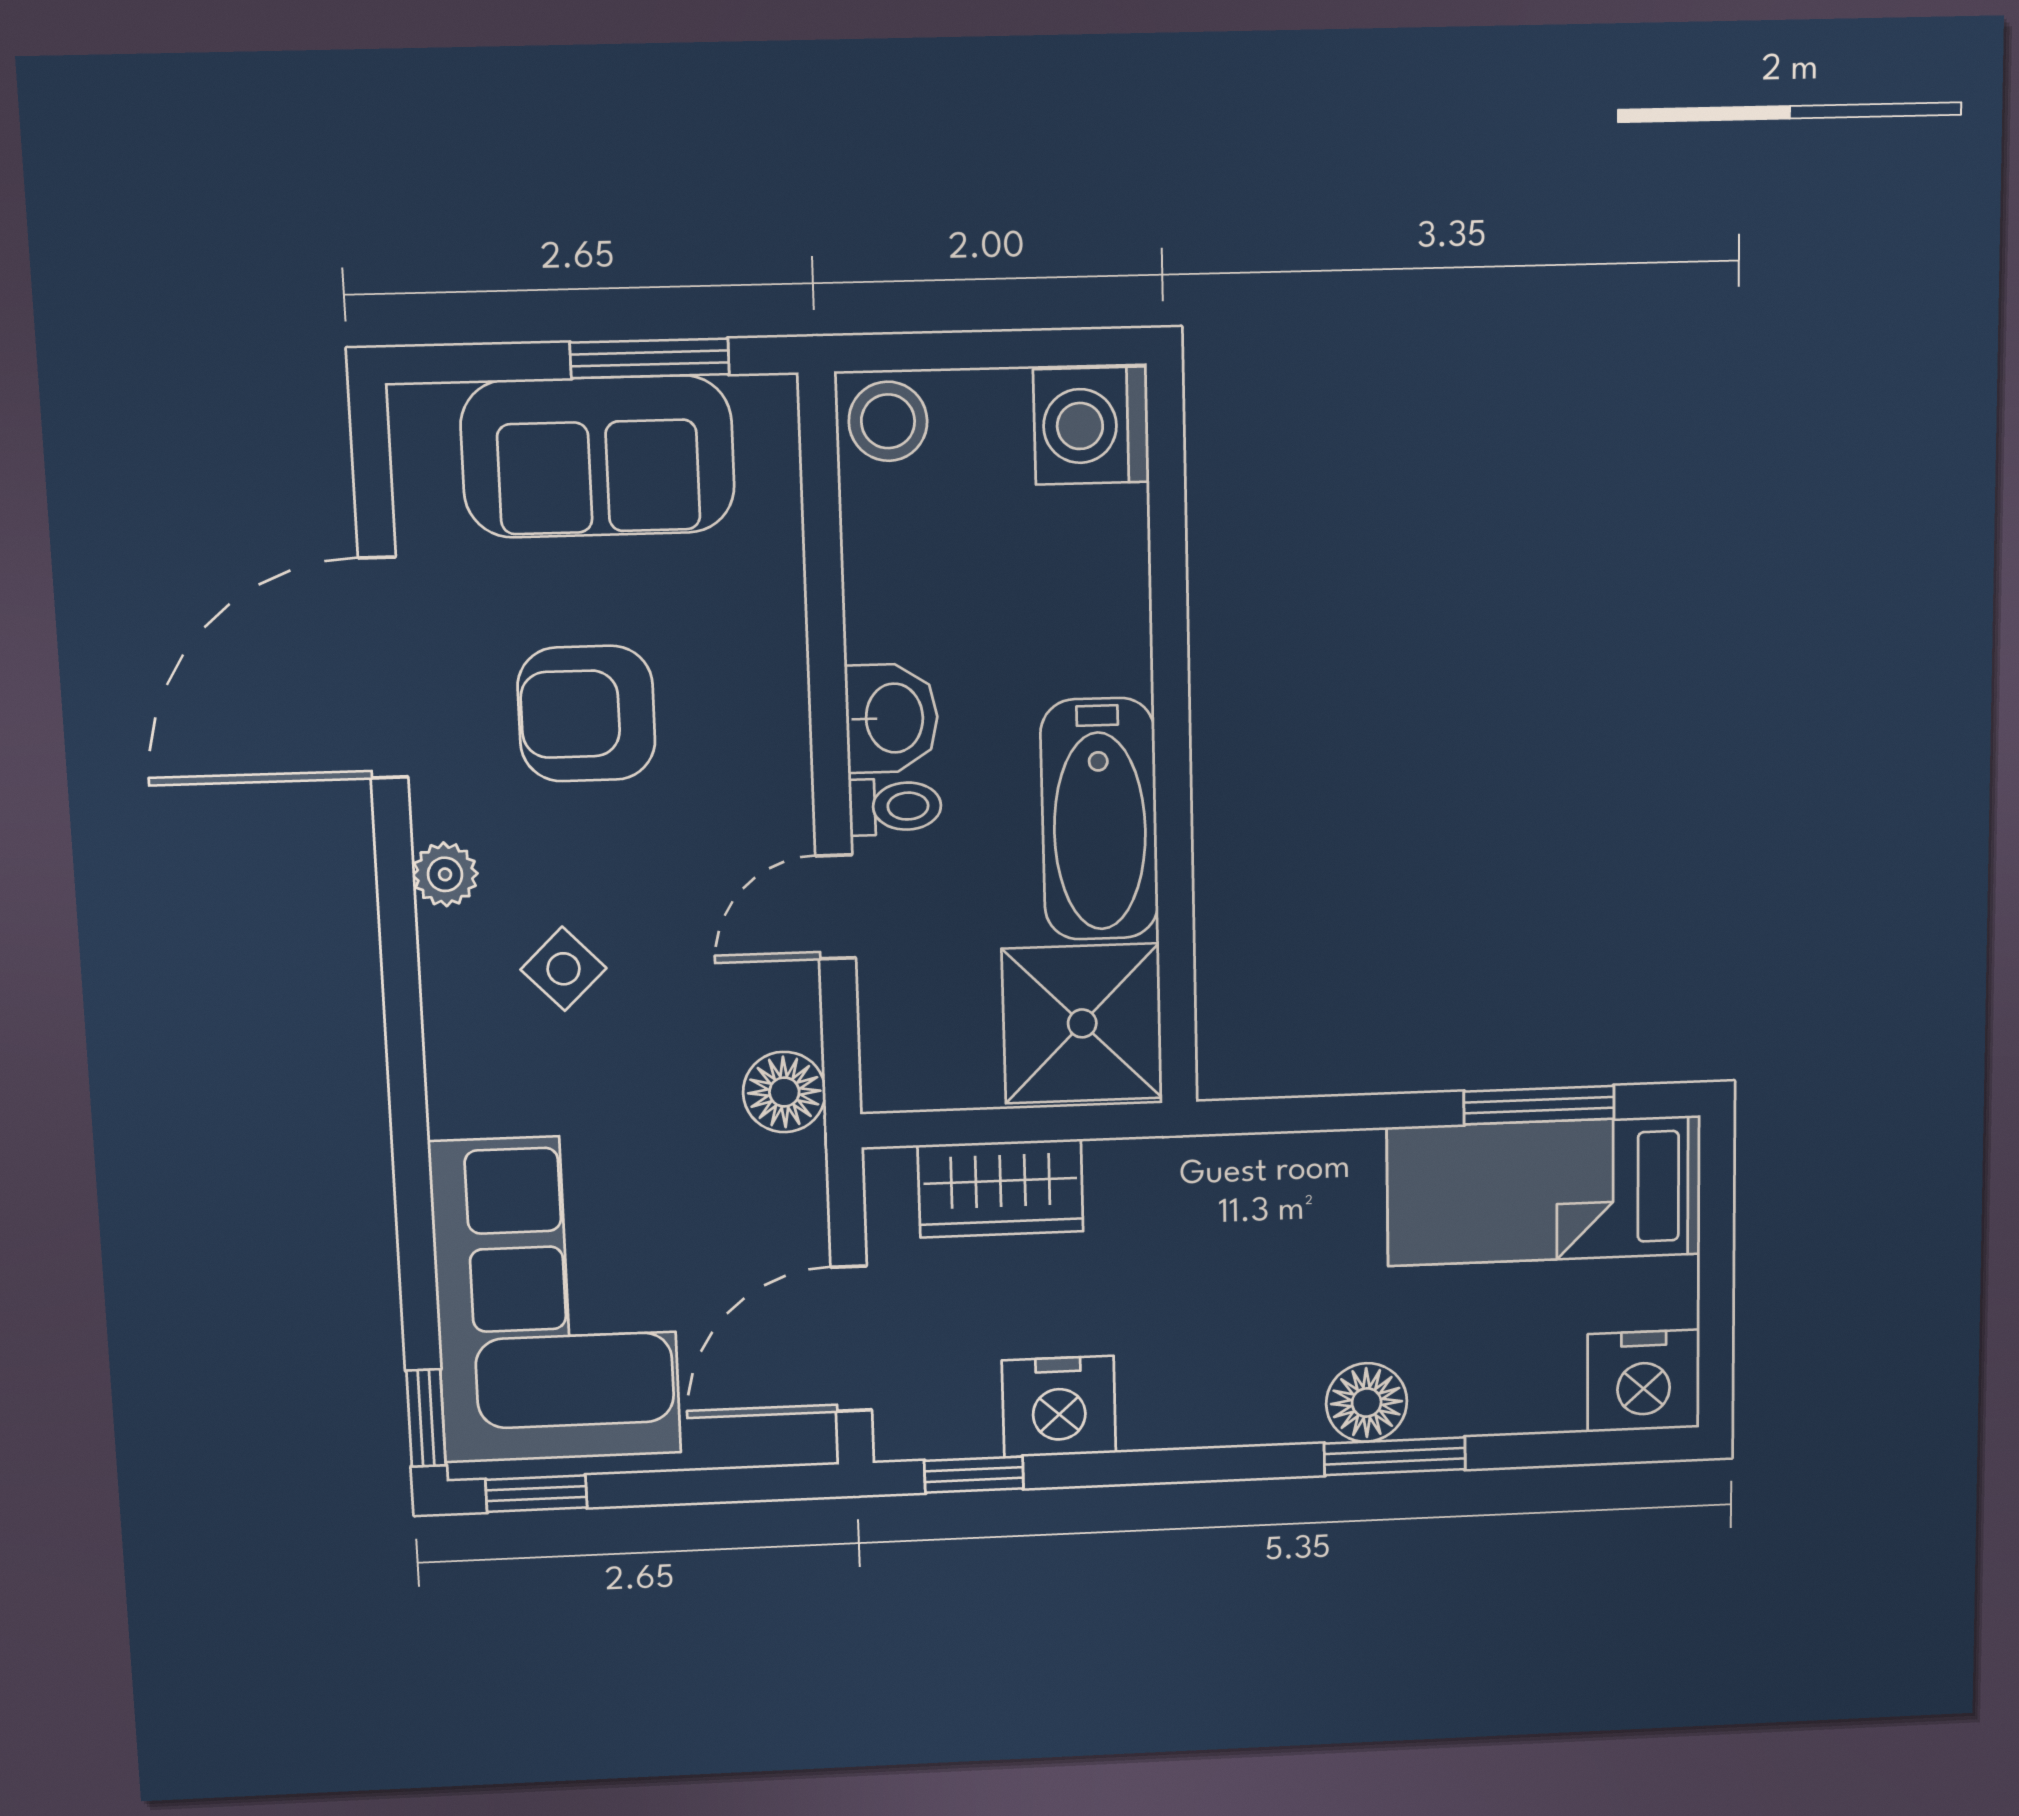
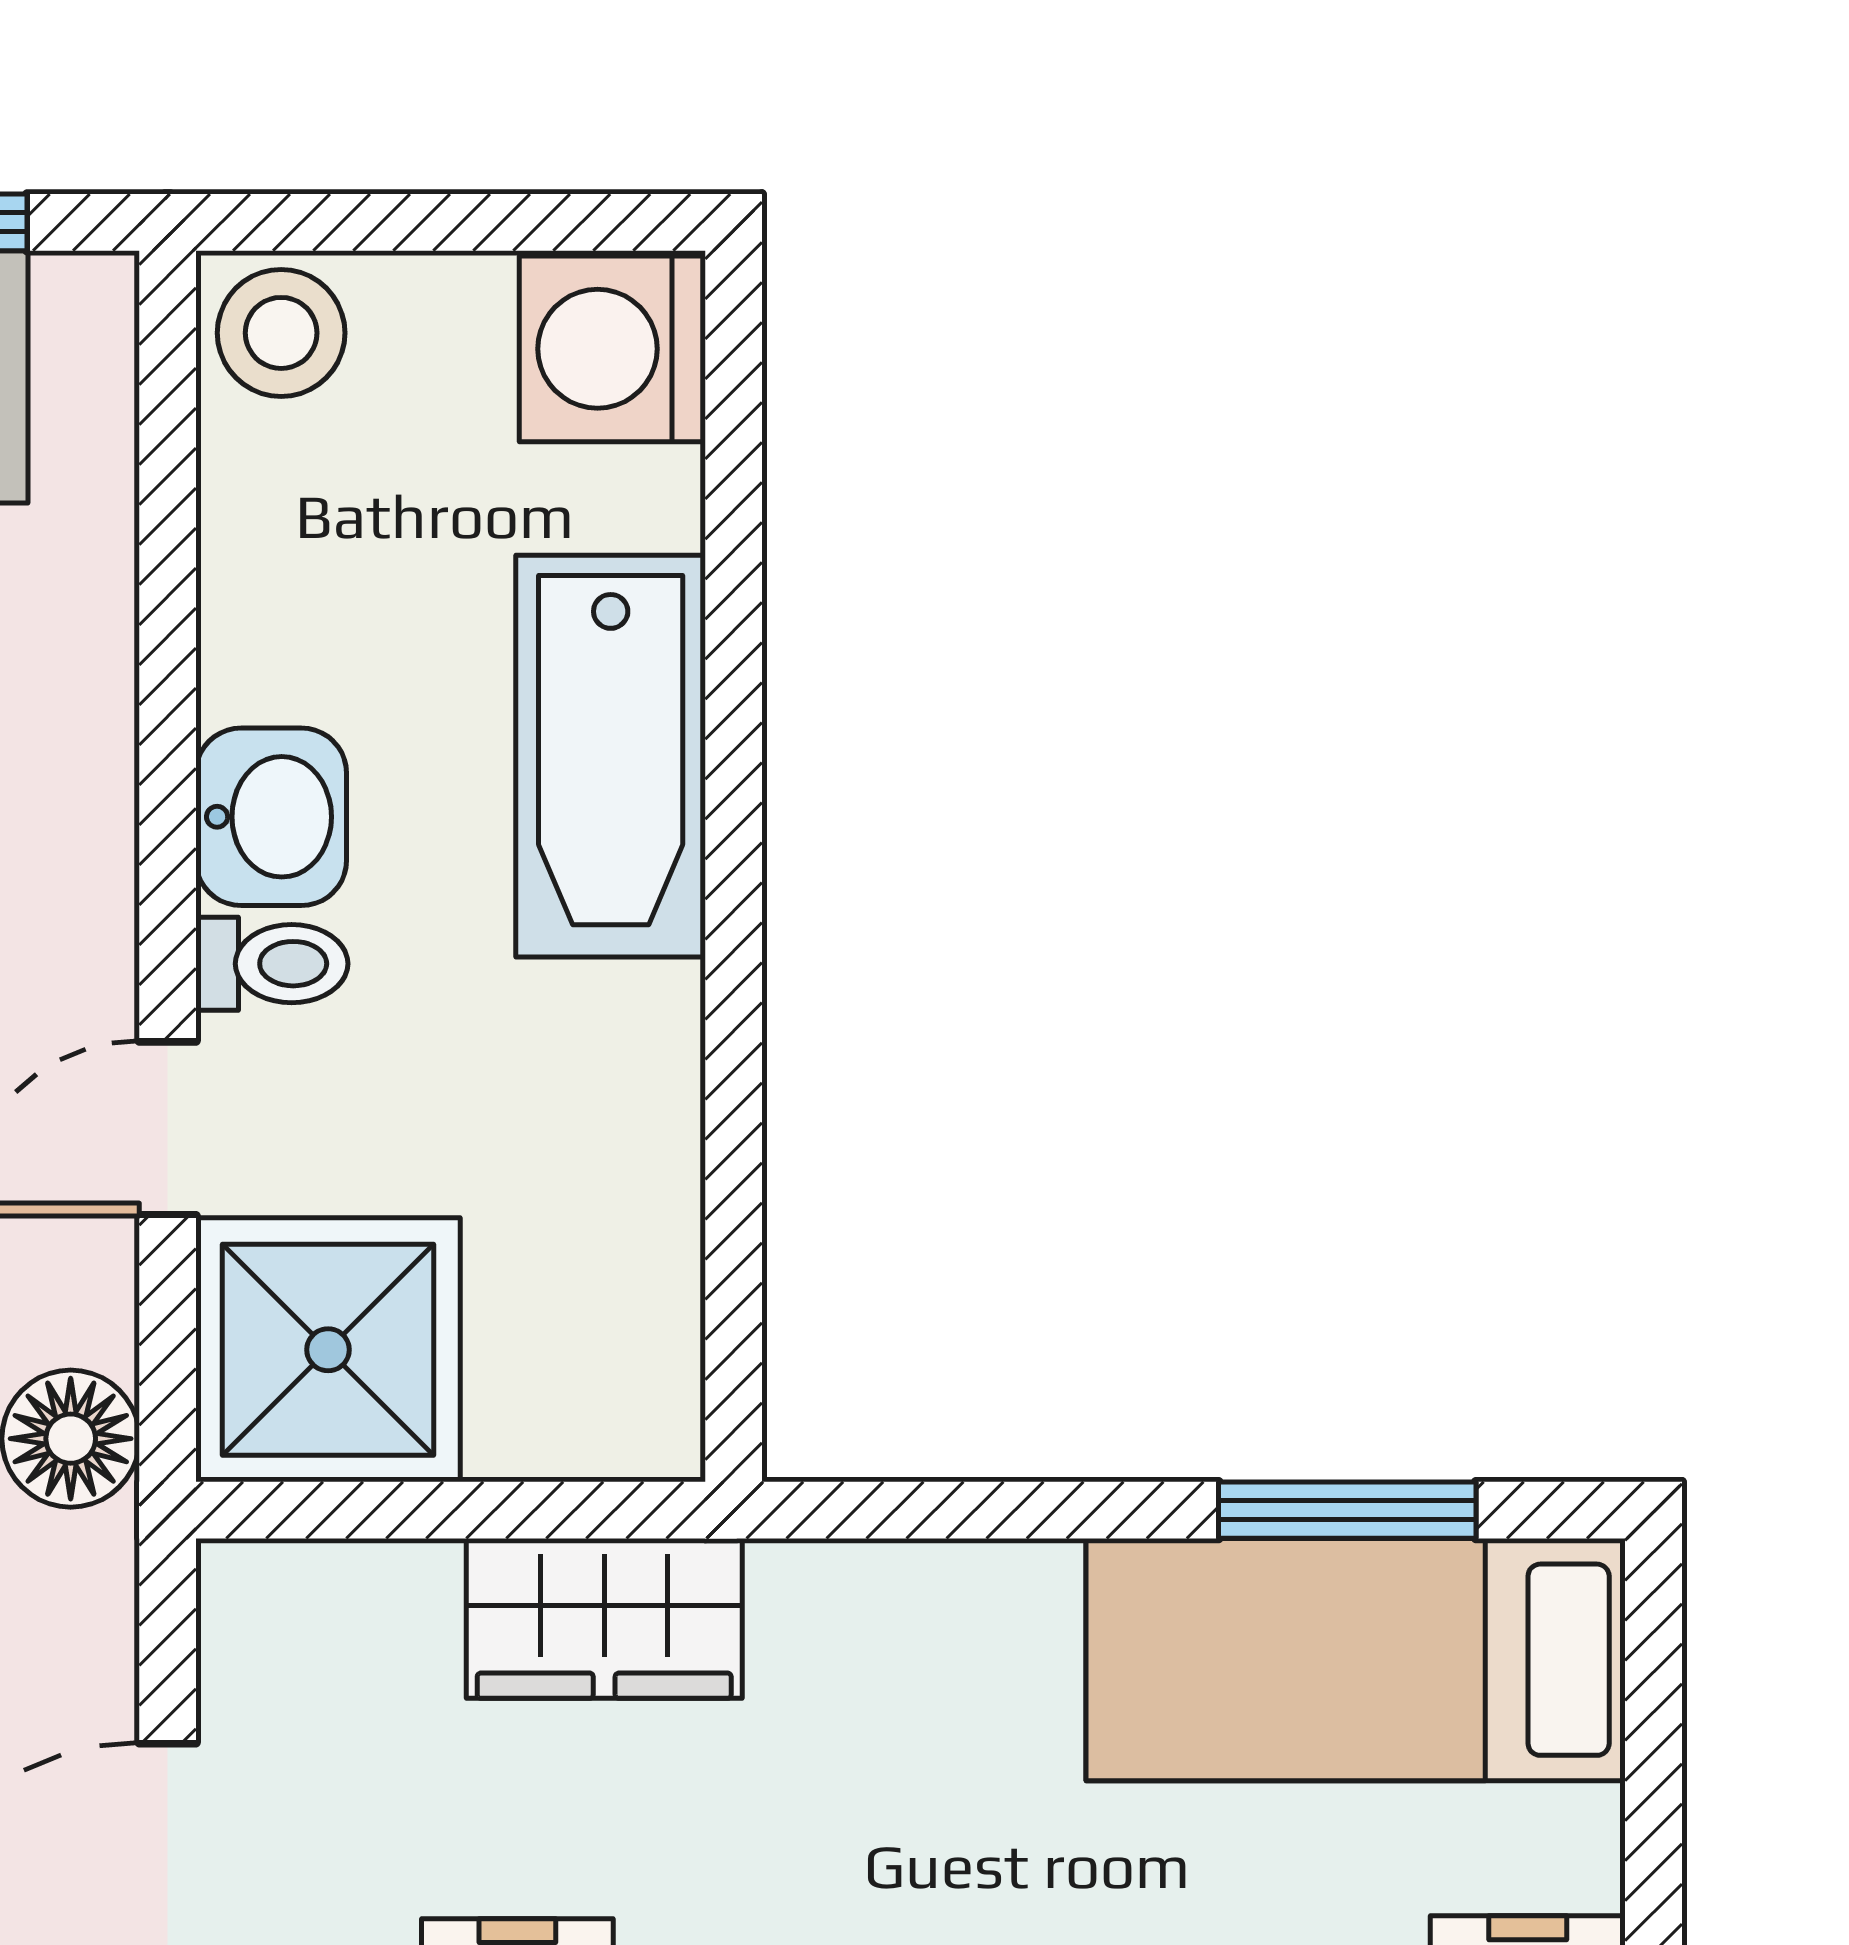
bathtub: (1100, 819) -> (611, 756), moved
shower: (1082, 1023) -> (328, 1350), moved
wardrobe: (1001, 1188) -> (604, 1618), moved

